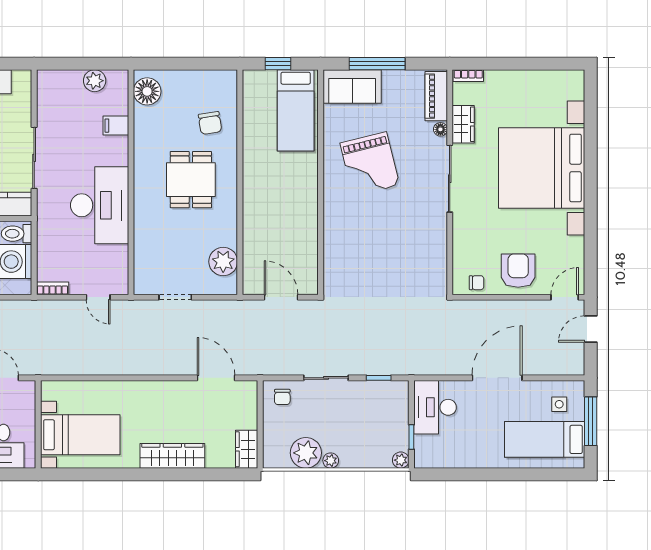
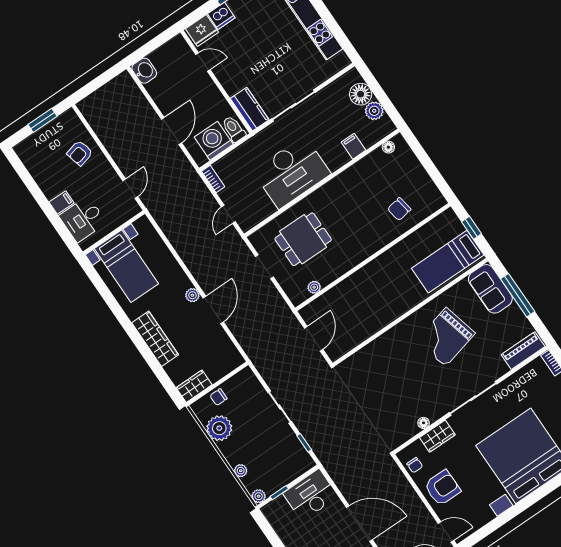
floor lamp: (69, 83) -> (361, 94), added
floor lamp: (147, 91) -> (388, 147), width x0.53, depth x0.53
wardrobe: (463, 124) -> (437, 436), moved
floor lamp: (440, 129) -> (424, 423), moved
dining table: (191, 180) -> (303, 239), moved
plant: (223, 262) -> (314, 287), width x0.53, depth x0.53
door: (216, 378) -> (213, 310), moved
plant: (155, 389) -> (192, 295), added
chair: (282, 397) -> (219, 397), moved
plant: (331, 461) -> (241, 471), moved

